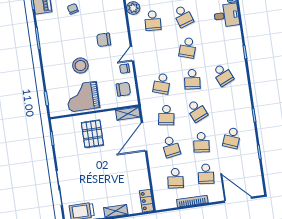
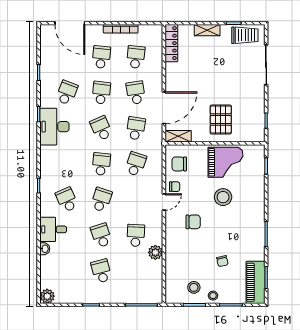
school desk: (223, 75) -> (67, 200), moved
desk: (238, 106) -> (54, 127), added
locker: (146, 201) -> (171, 43), width x1.53

